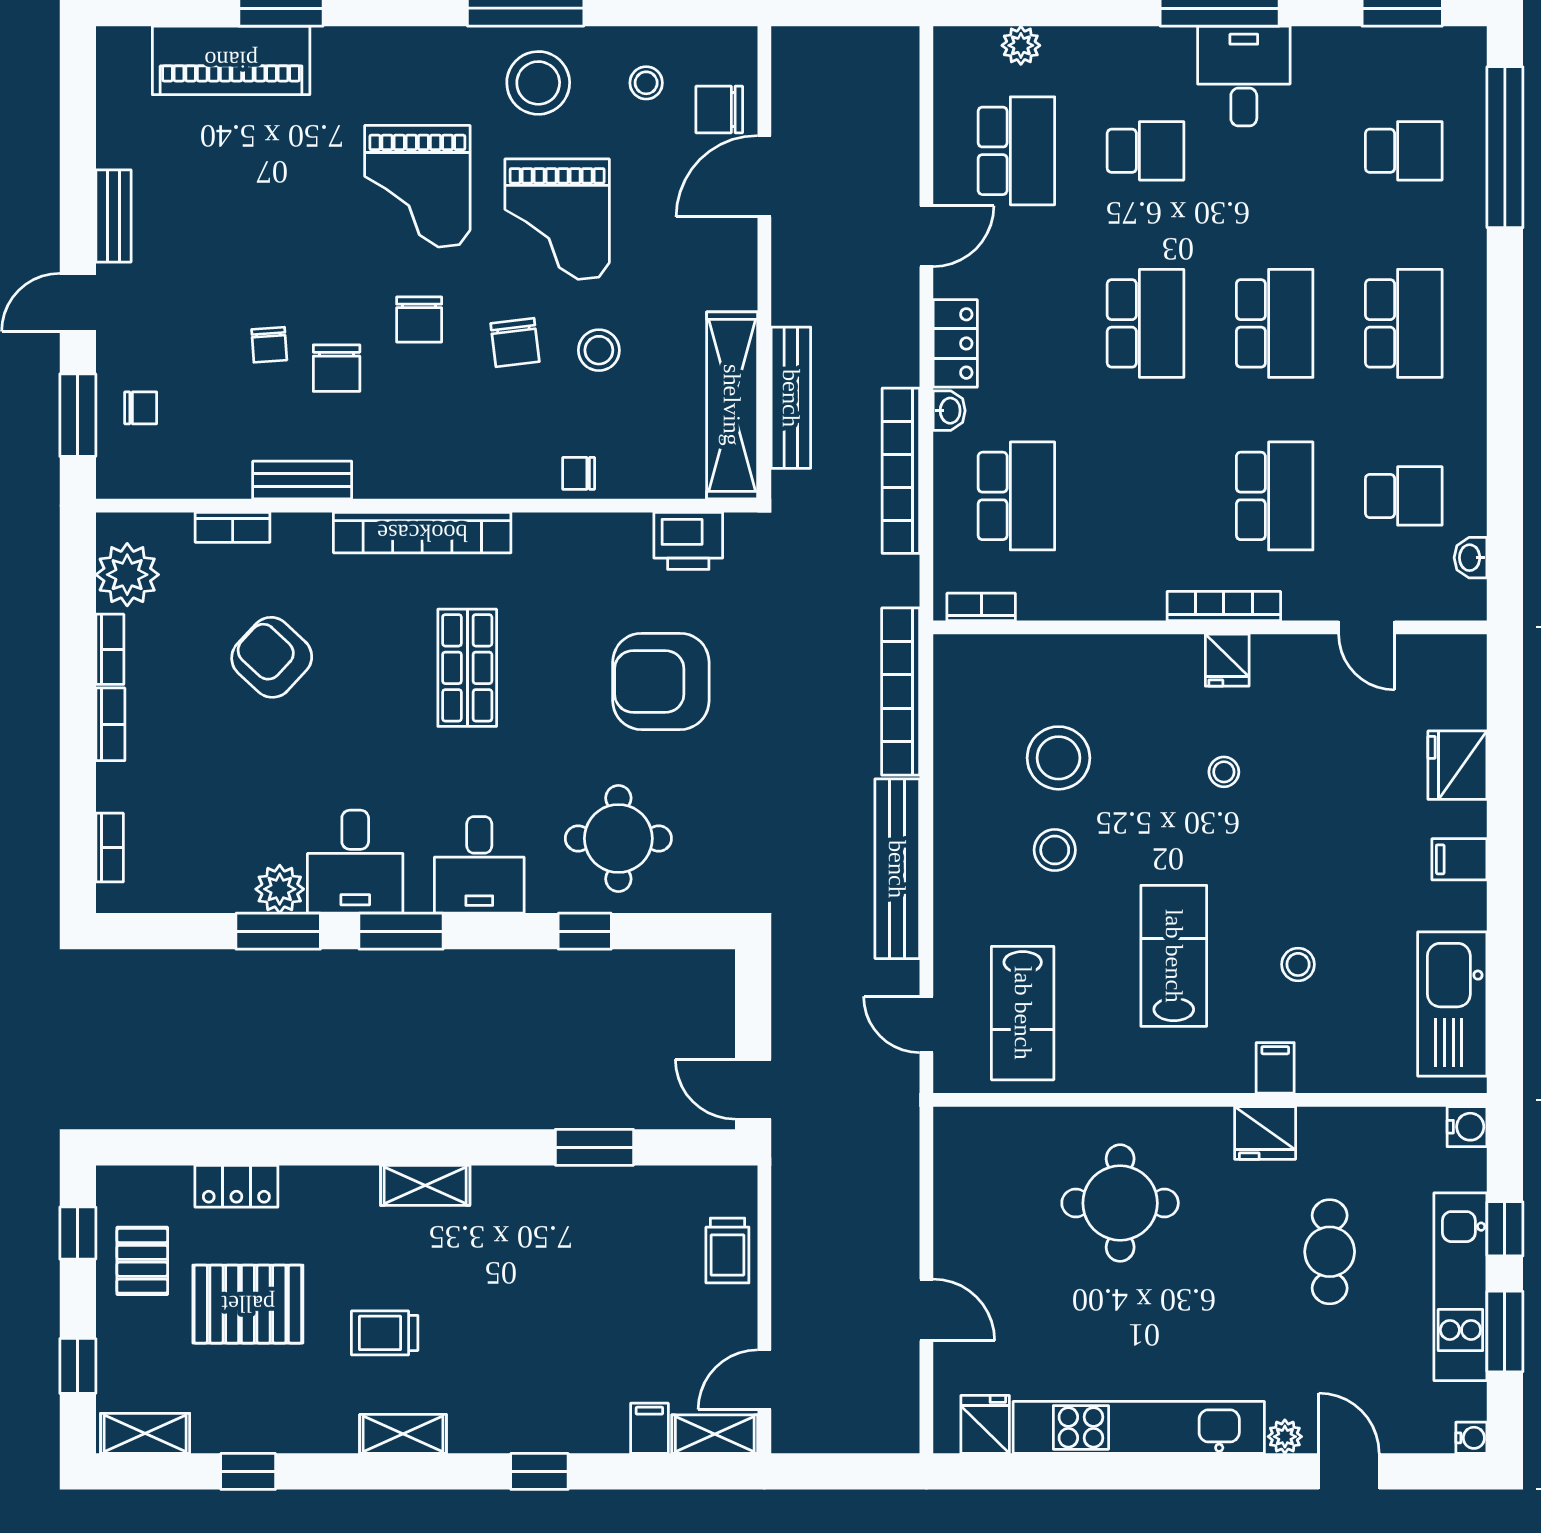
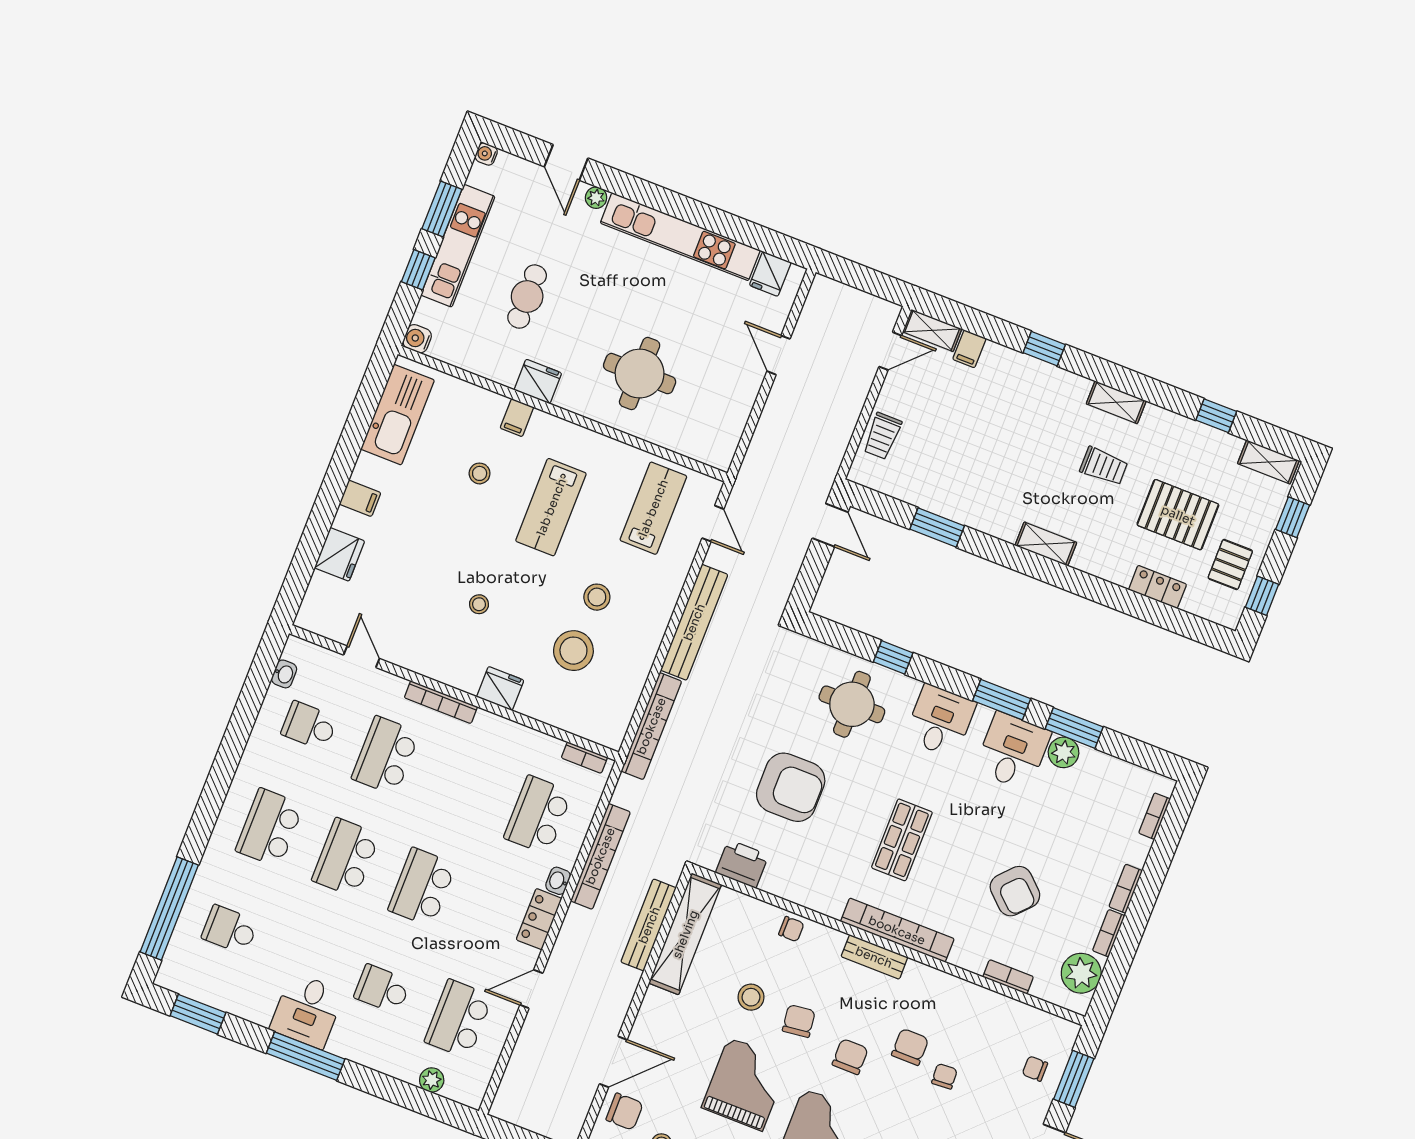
bench: (302, 480) -> (874, 957), moved
fridge: (1227, 660) -> (500, 689), moved, width x1.38
trolley: (727, 1250) -> (882, 436), turned 180

